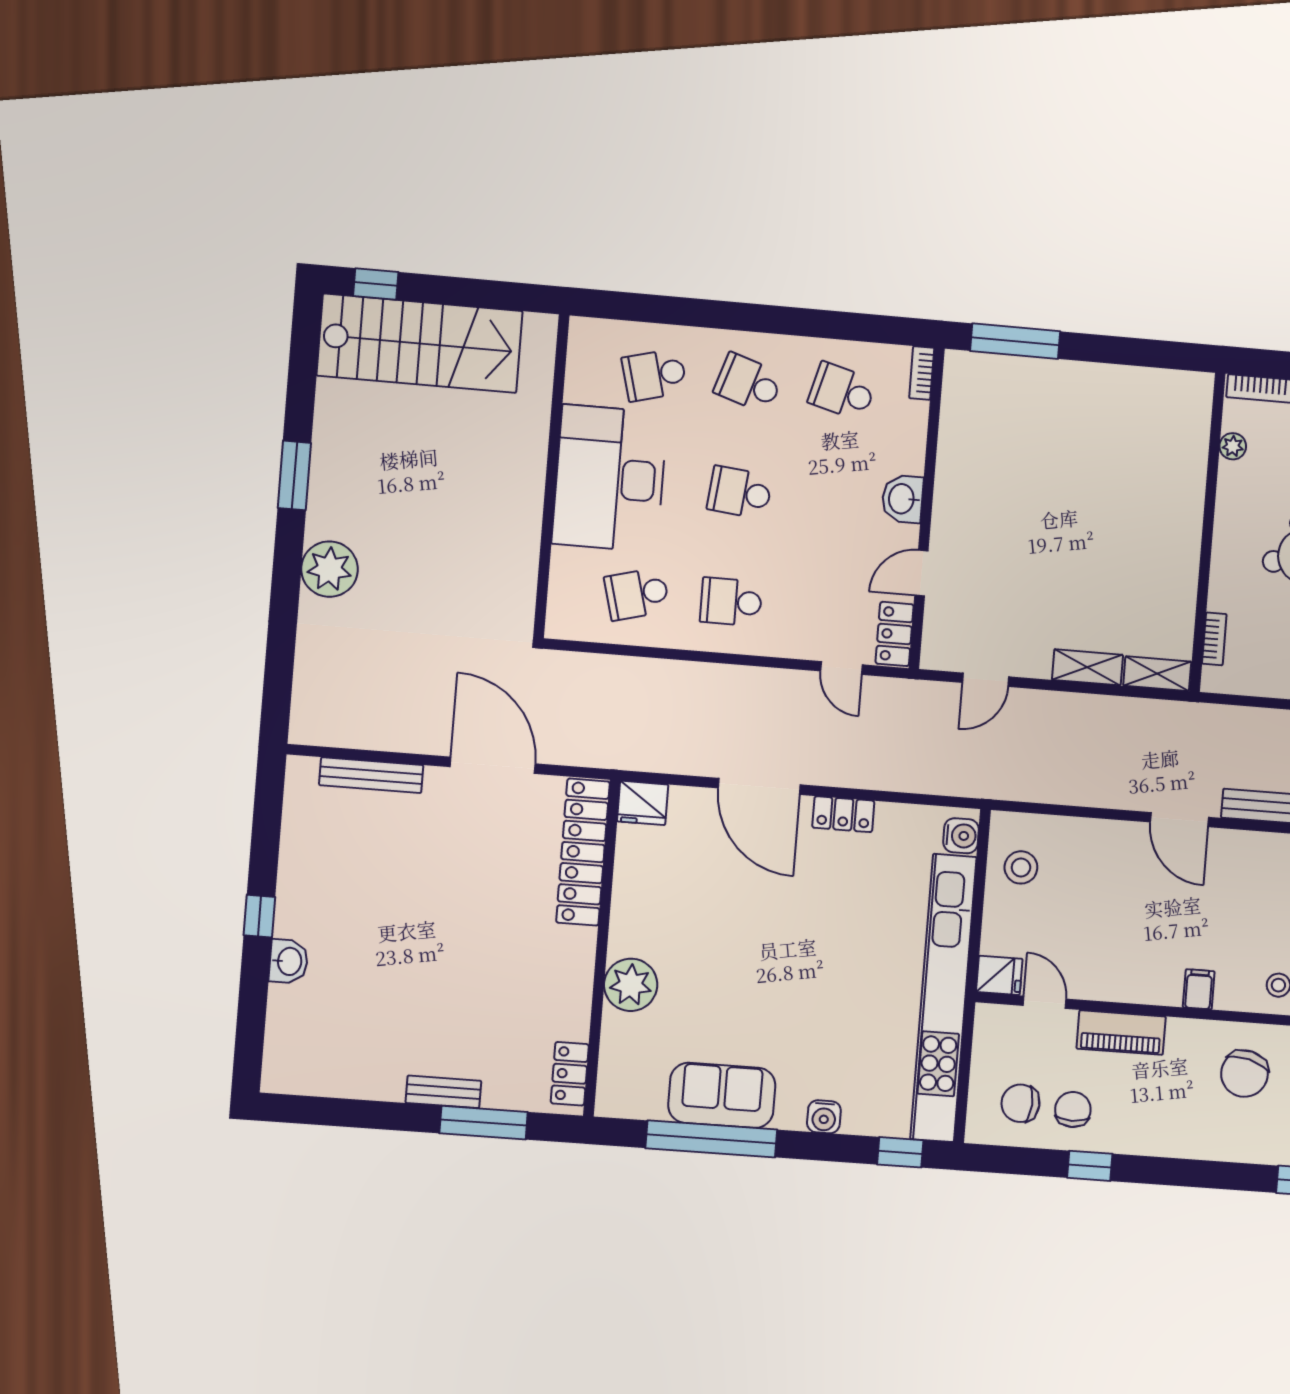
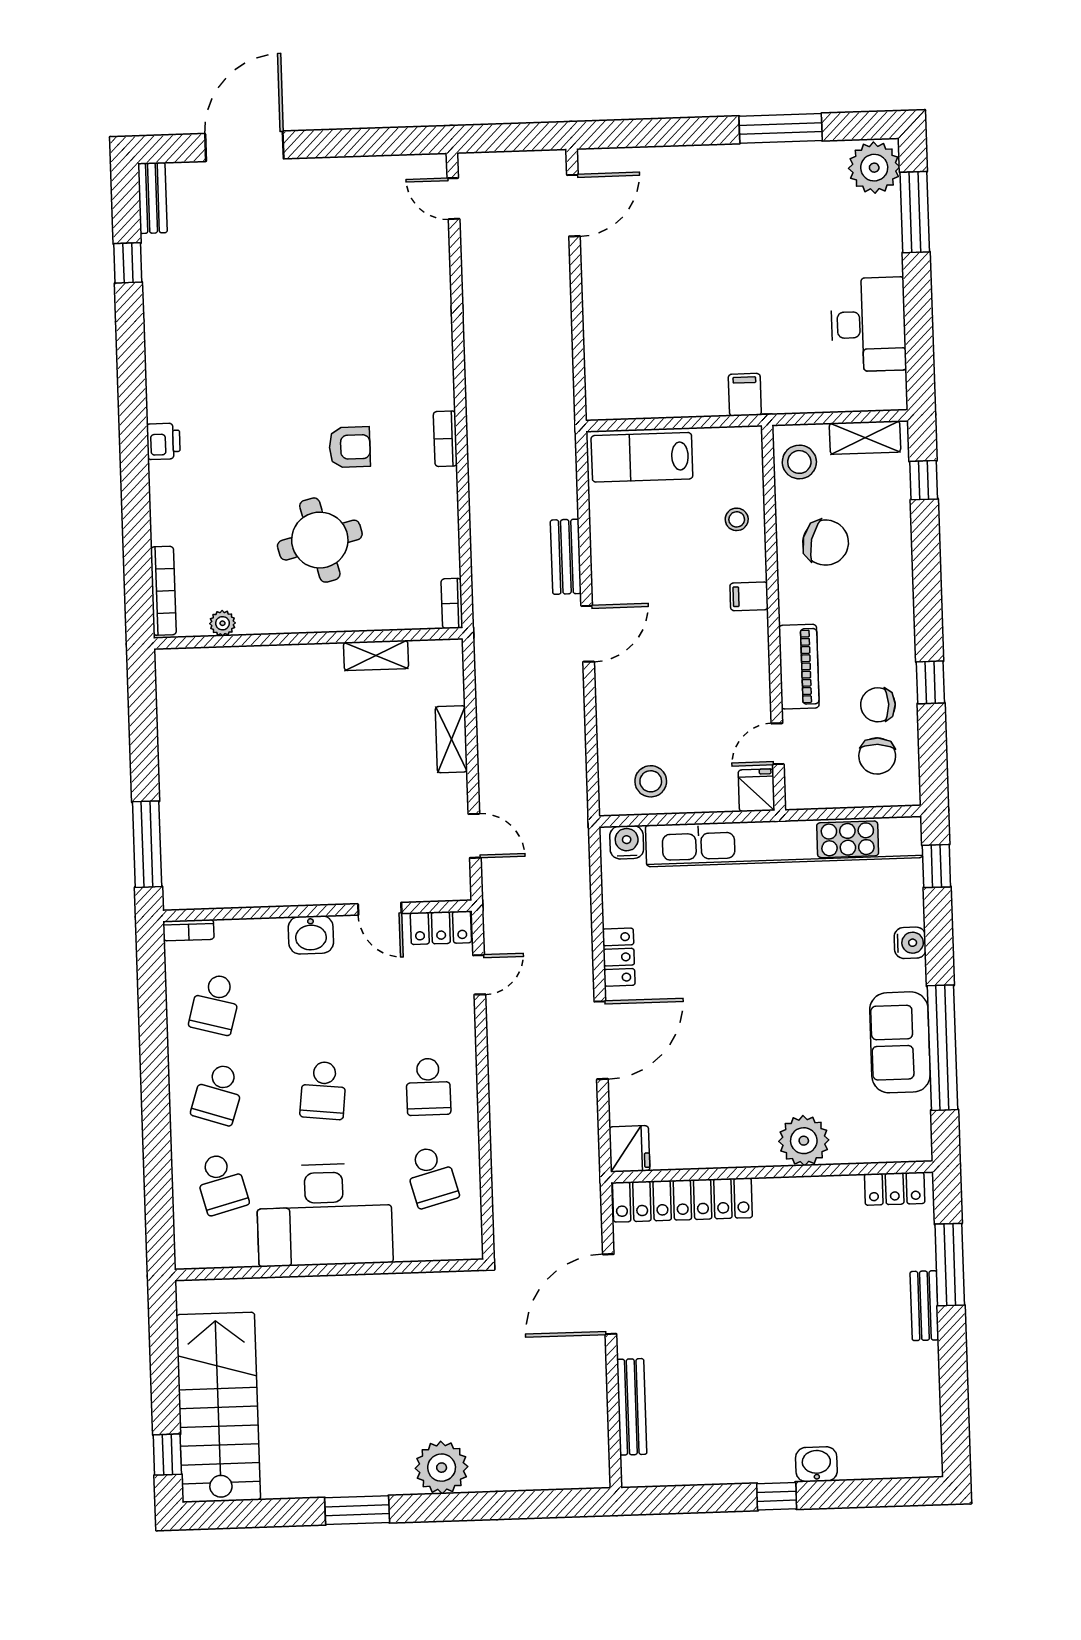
bookcase: (1214, 639) -> (452, 603), moved, turned -90
shelving: (1157, 674) -> (376, 655), moved, turned 90

